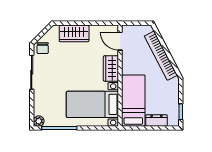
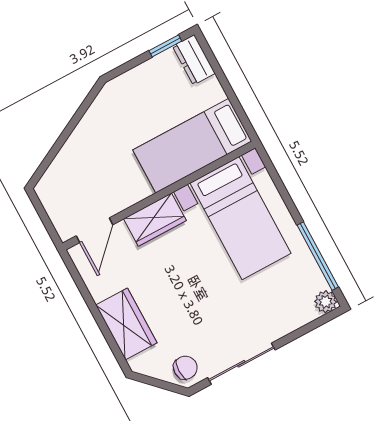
bookcase: (161, 56) -> (81, 140), removed
dresser: (156, 120) -> (194, 60), moved

